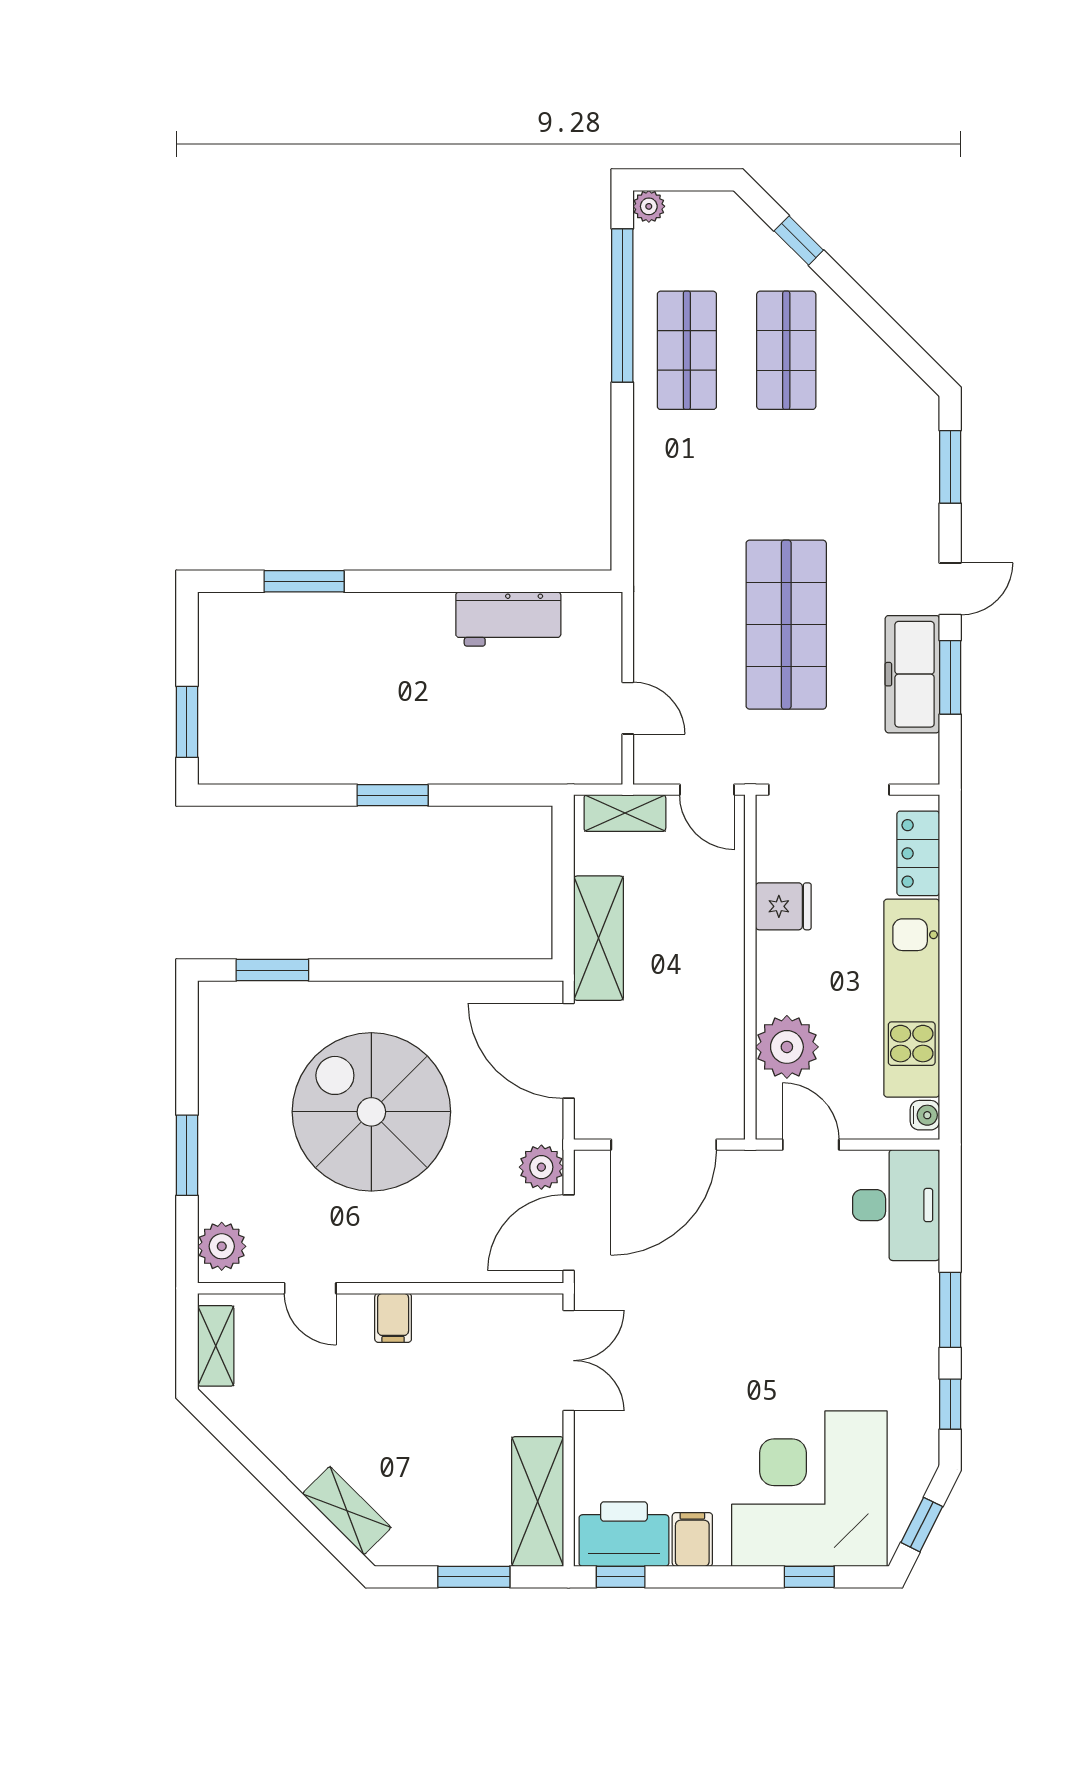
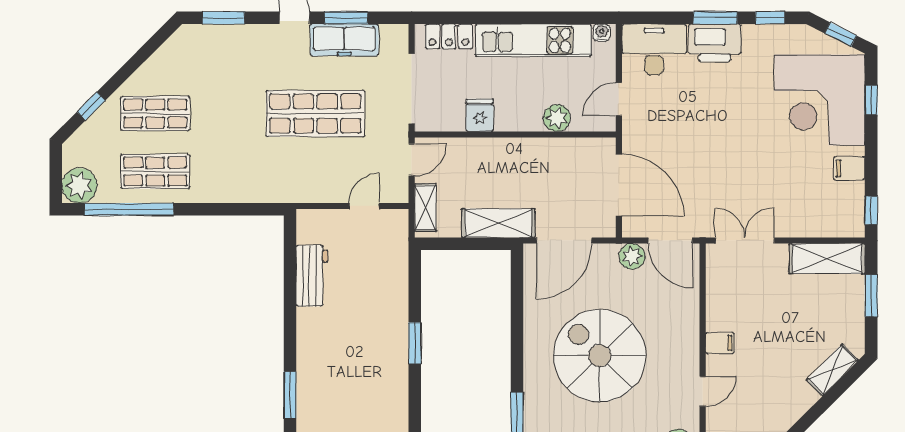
plant: (649, 206) -> (79, 186), width x1.88, depth x1.88
plant: (787, 1047) -> (557, 118), width x0.73, depth x0.73
spiral stairs: (371, 1112) -> (600, 356), turned 90
printer: (624, 1534) -> (715, 43), moved, turned -90

